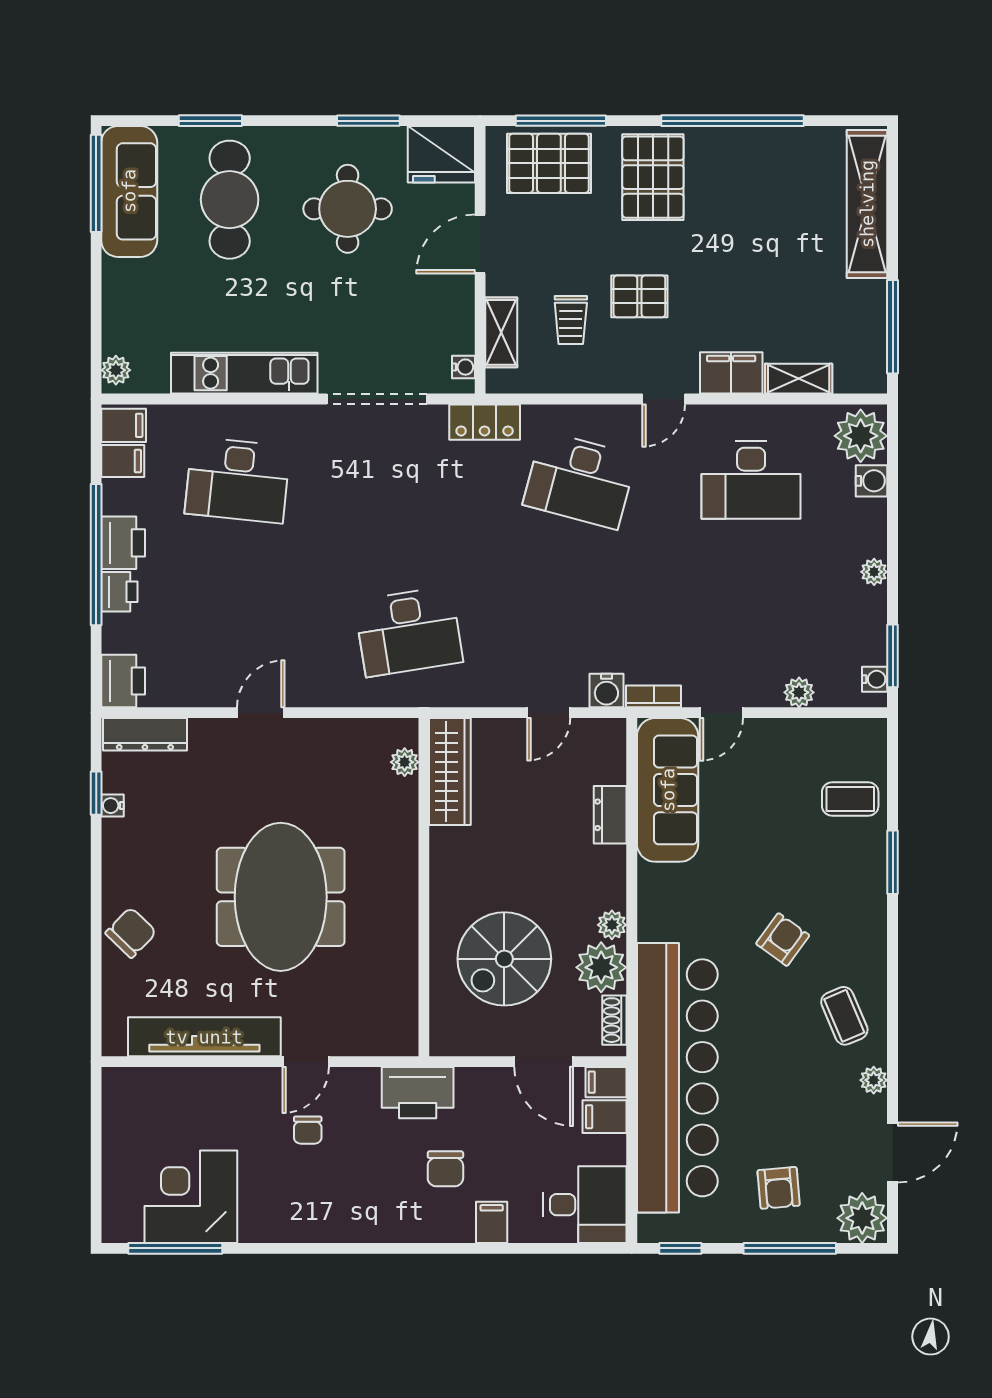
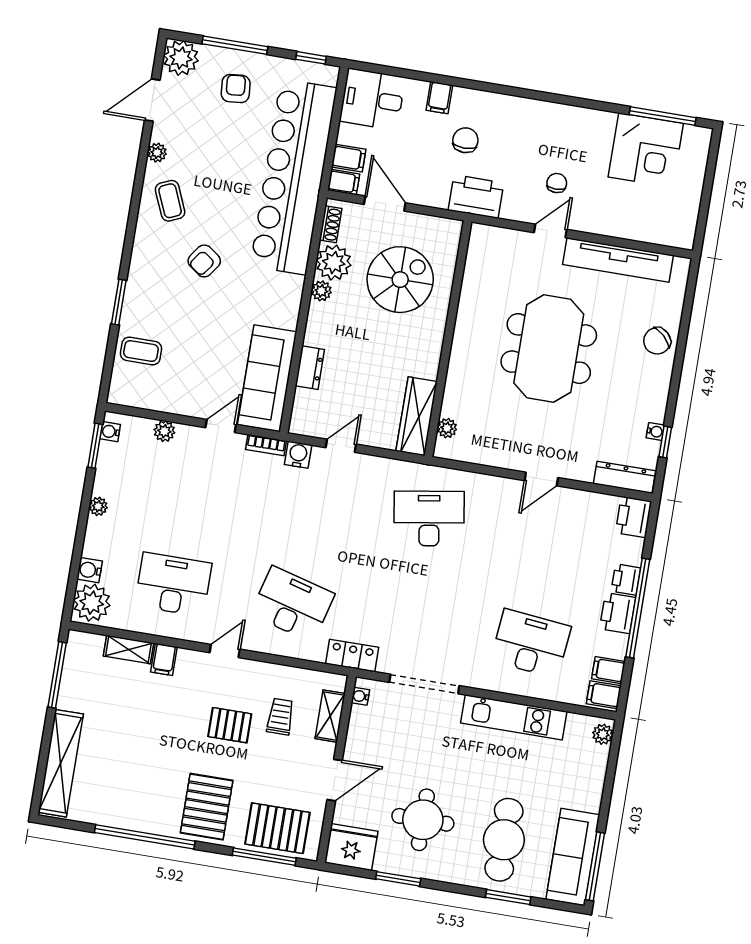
filing cabinet: (731, 373) -> (164, 660), width x0.50

